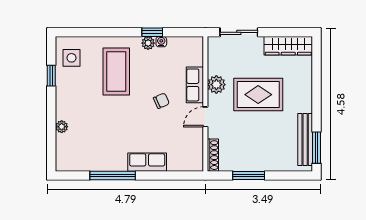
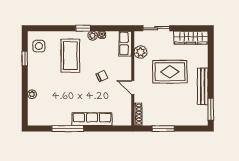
window: (152, 32) -> (83, 28), moved
row of seats: (195, 85) -> (125, 44), moved
plant: (216, 85) -> (141, 52), moved
door: (205, 117) -> (133, 87), hinge flipped
bench: (305, 140) -> (203, 86), moved
row of seats: (147, 162) -> (92, 119), width x1.48

